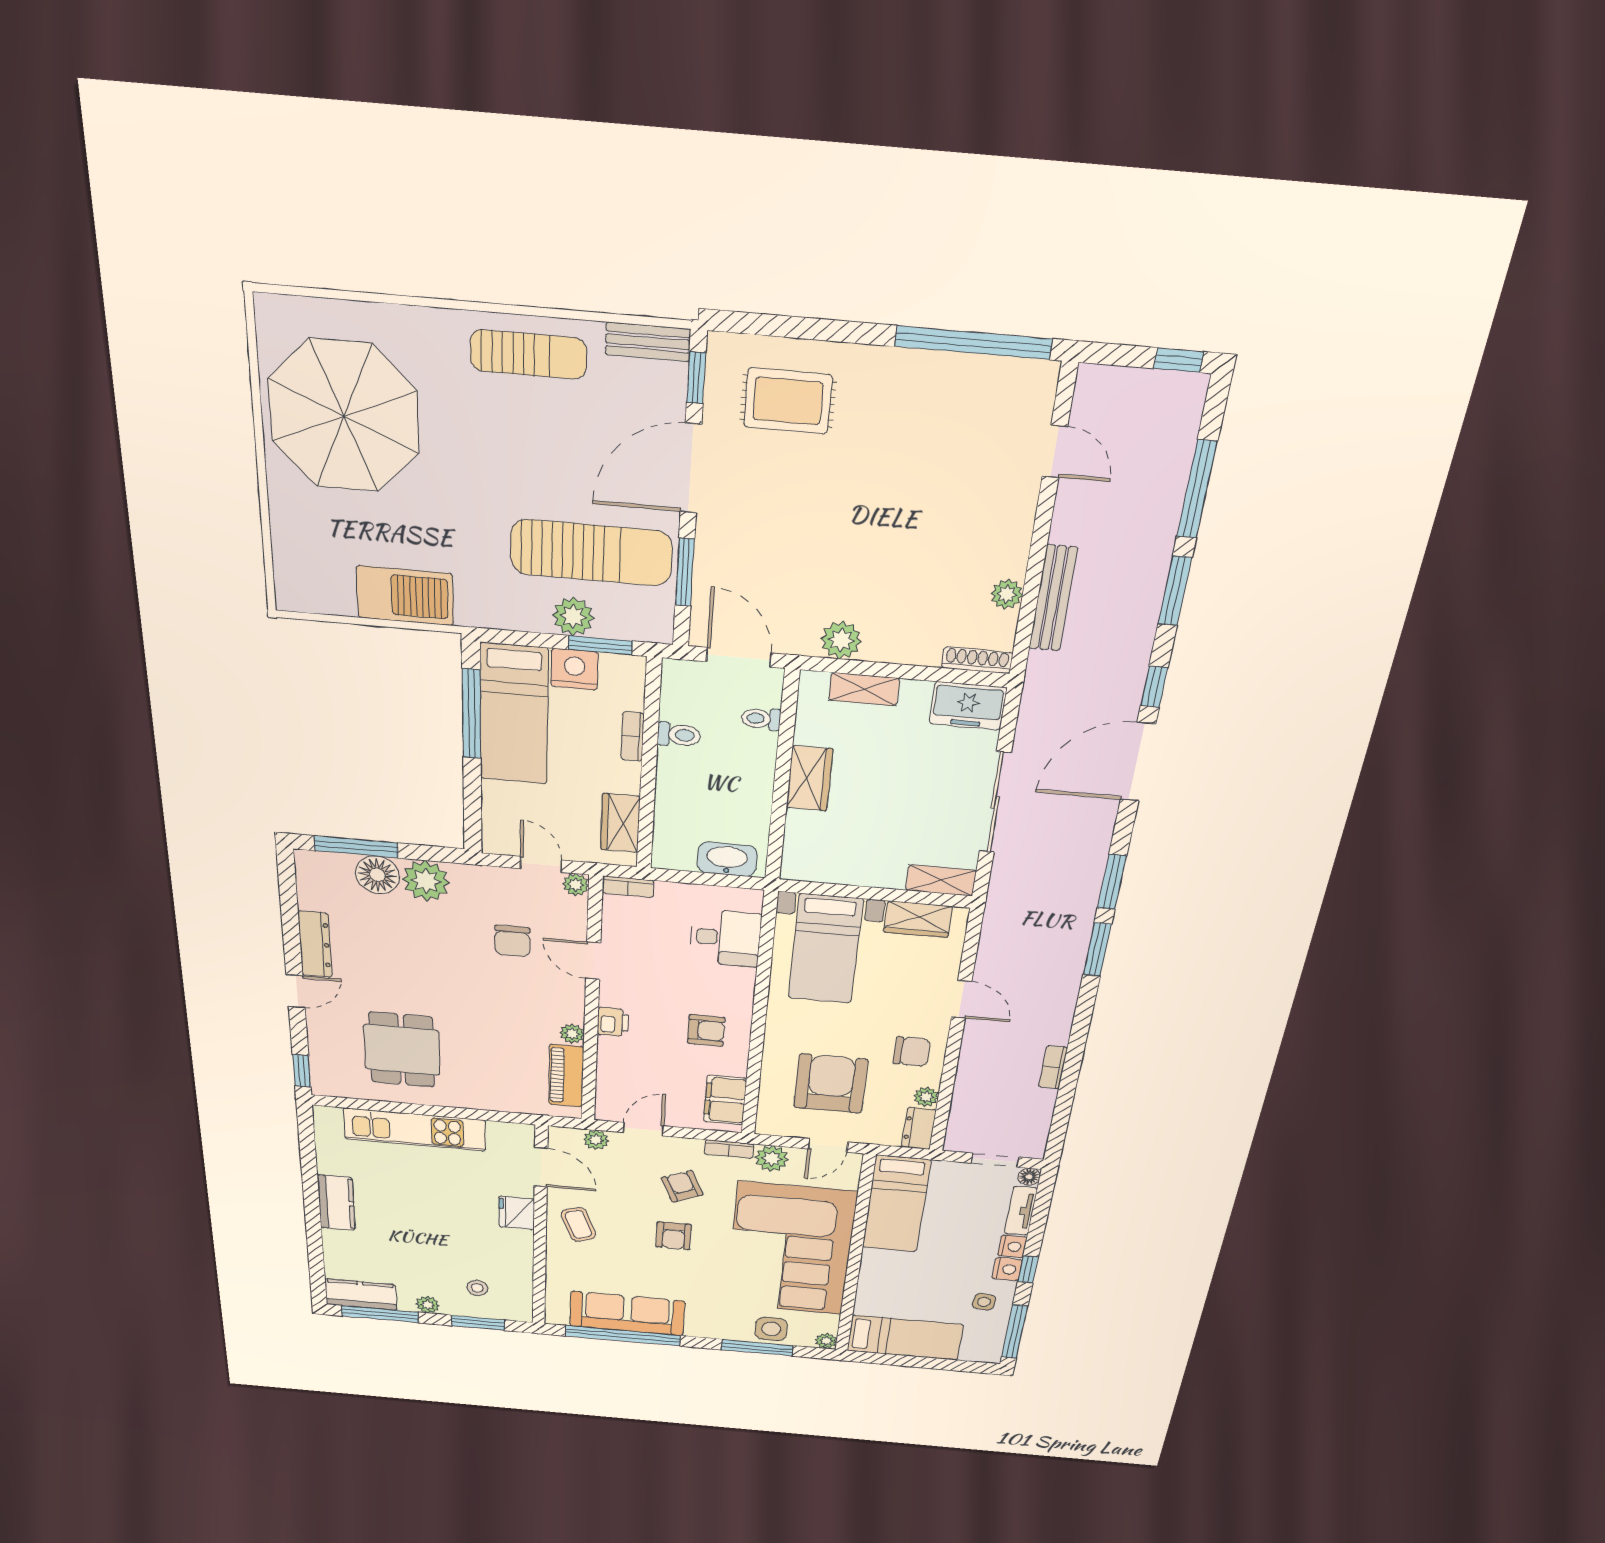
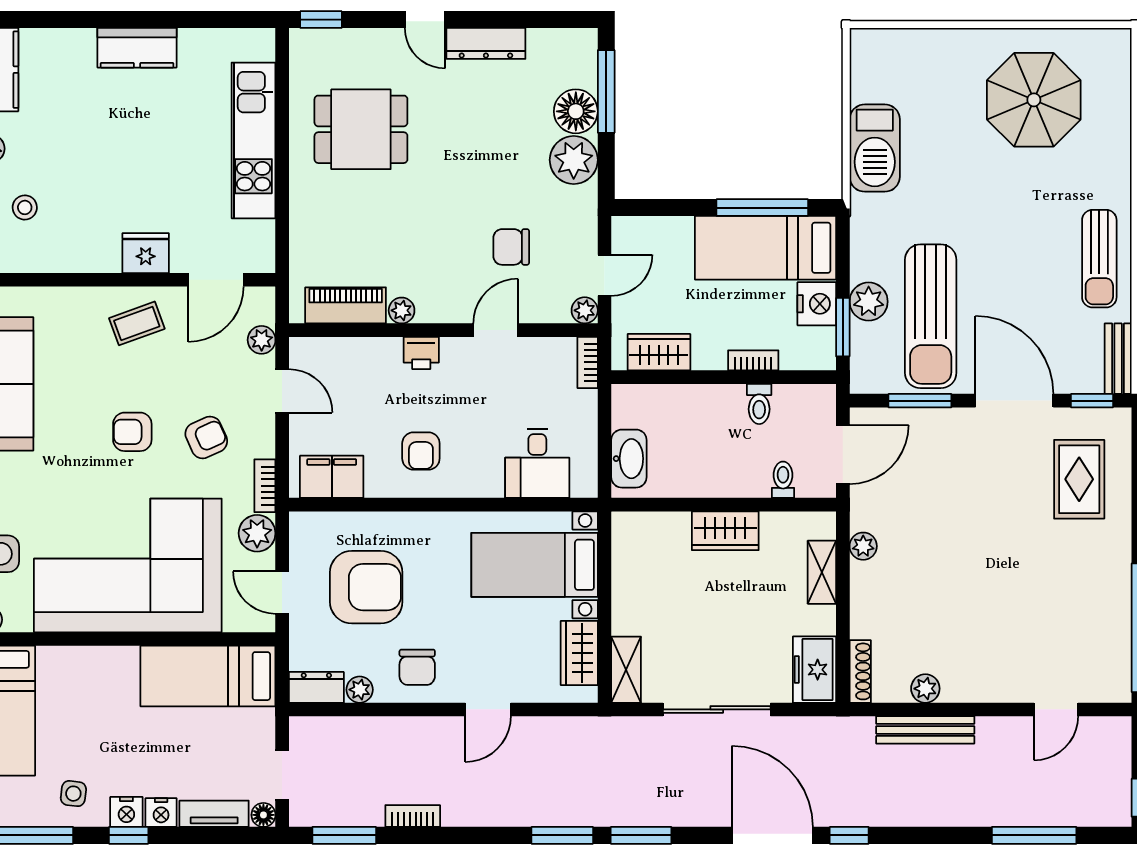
parasol: (344, 416) -> (1034, 100), width x0.73, depth x0.73
window: (1175, 591) -> (344, 835), moved
plant: (841, 640) -> (863, 546), width x0.73, depth x0.73

